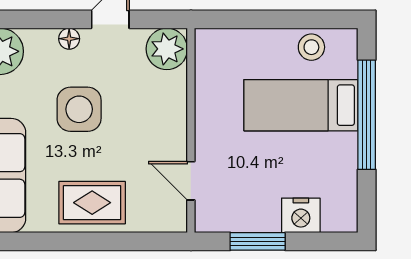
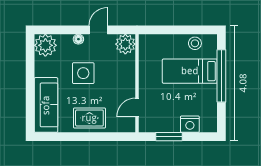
door: (191, 181) -> (137, 107), hinge flipped

